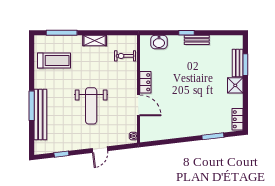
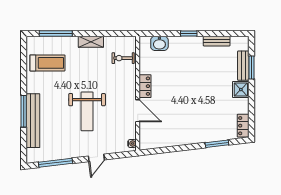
bench: (197, 40) -> (217, 41), moved
window: (61, 154) -> (55, 163), width x2.17

